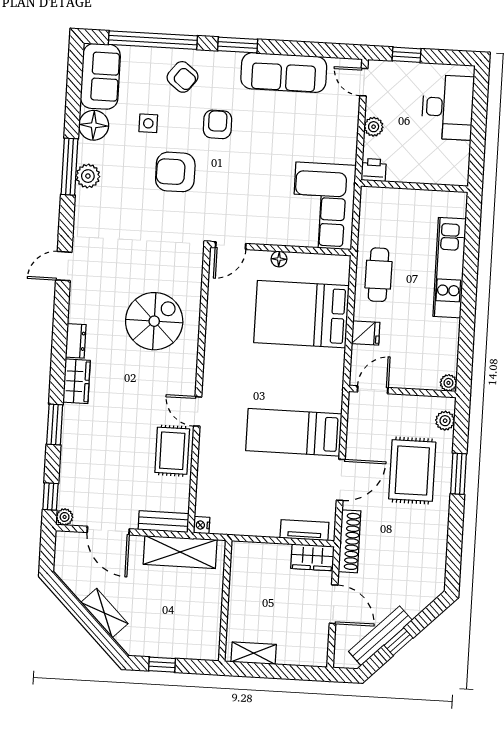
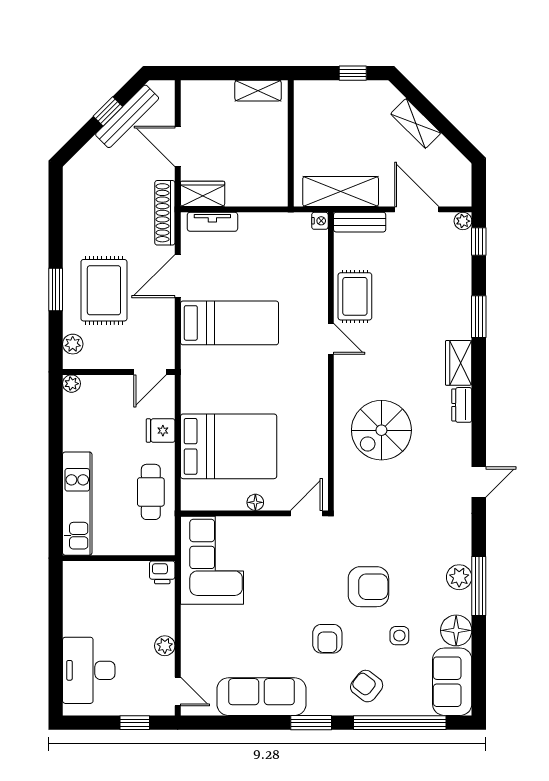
printer: (374, 170) -> (162, 572), moved
wall: (414, 186) -> (119, 558), moved

